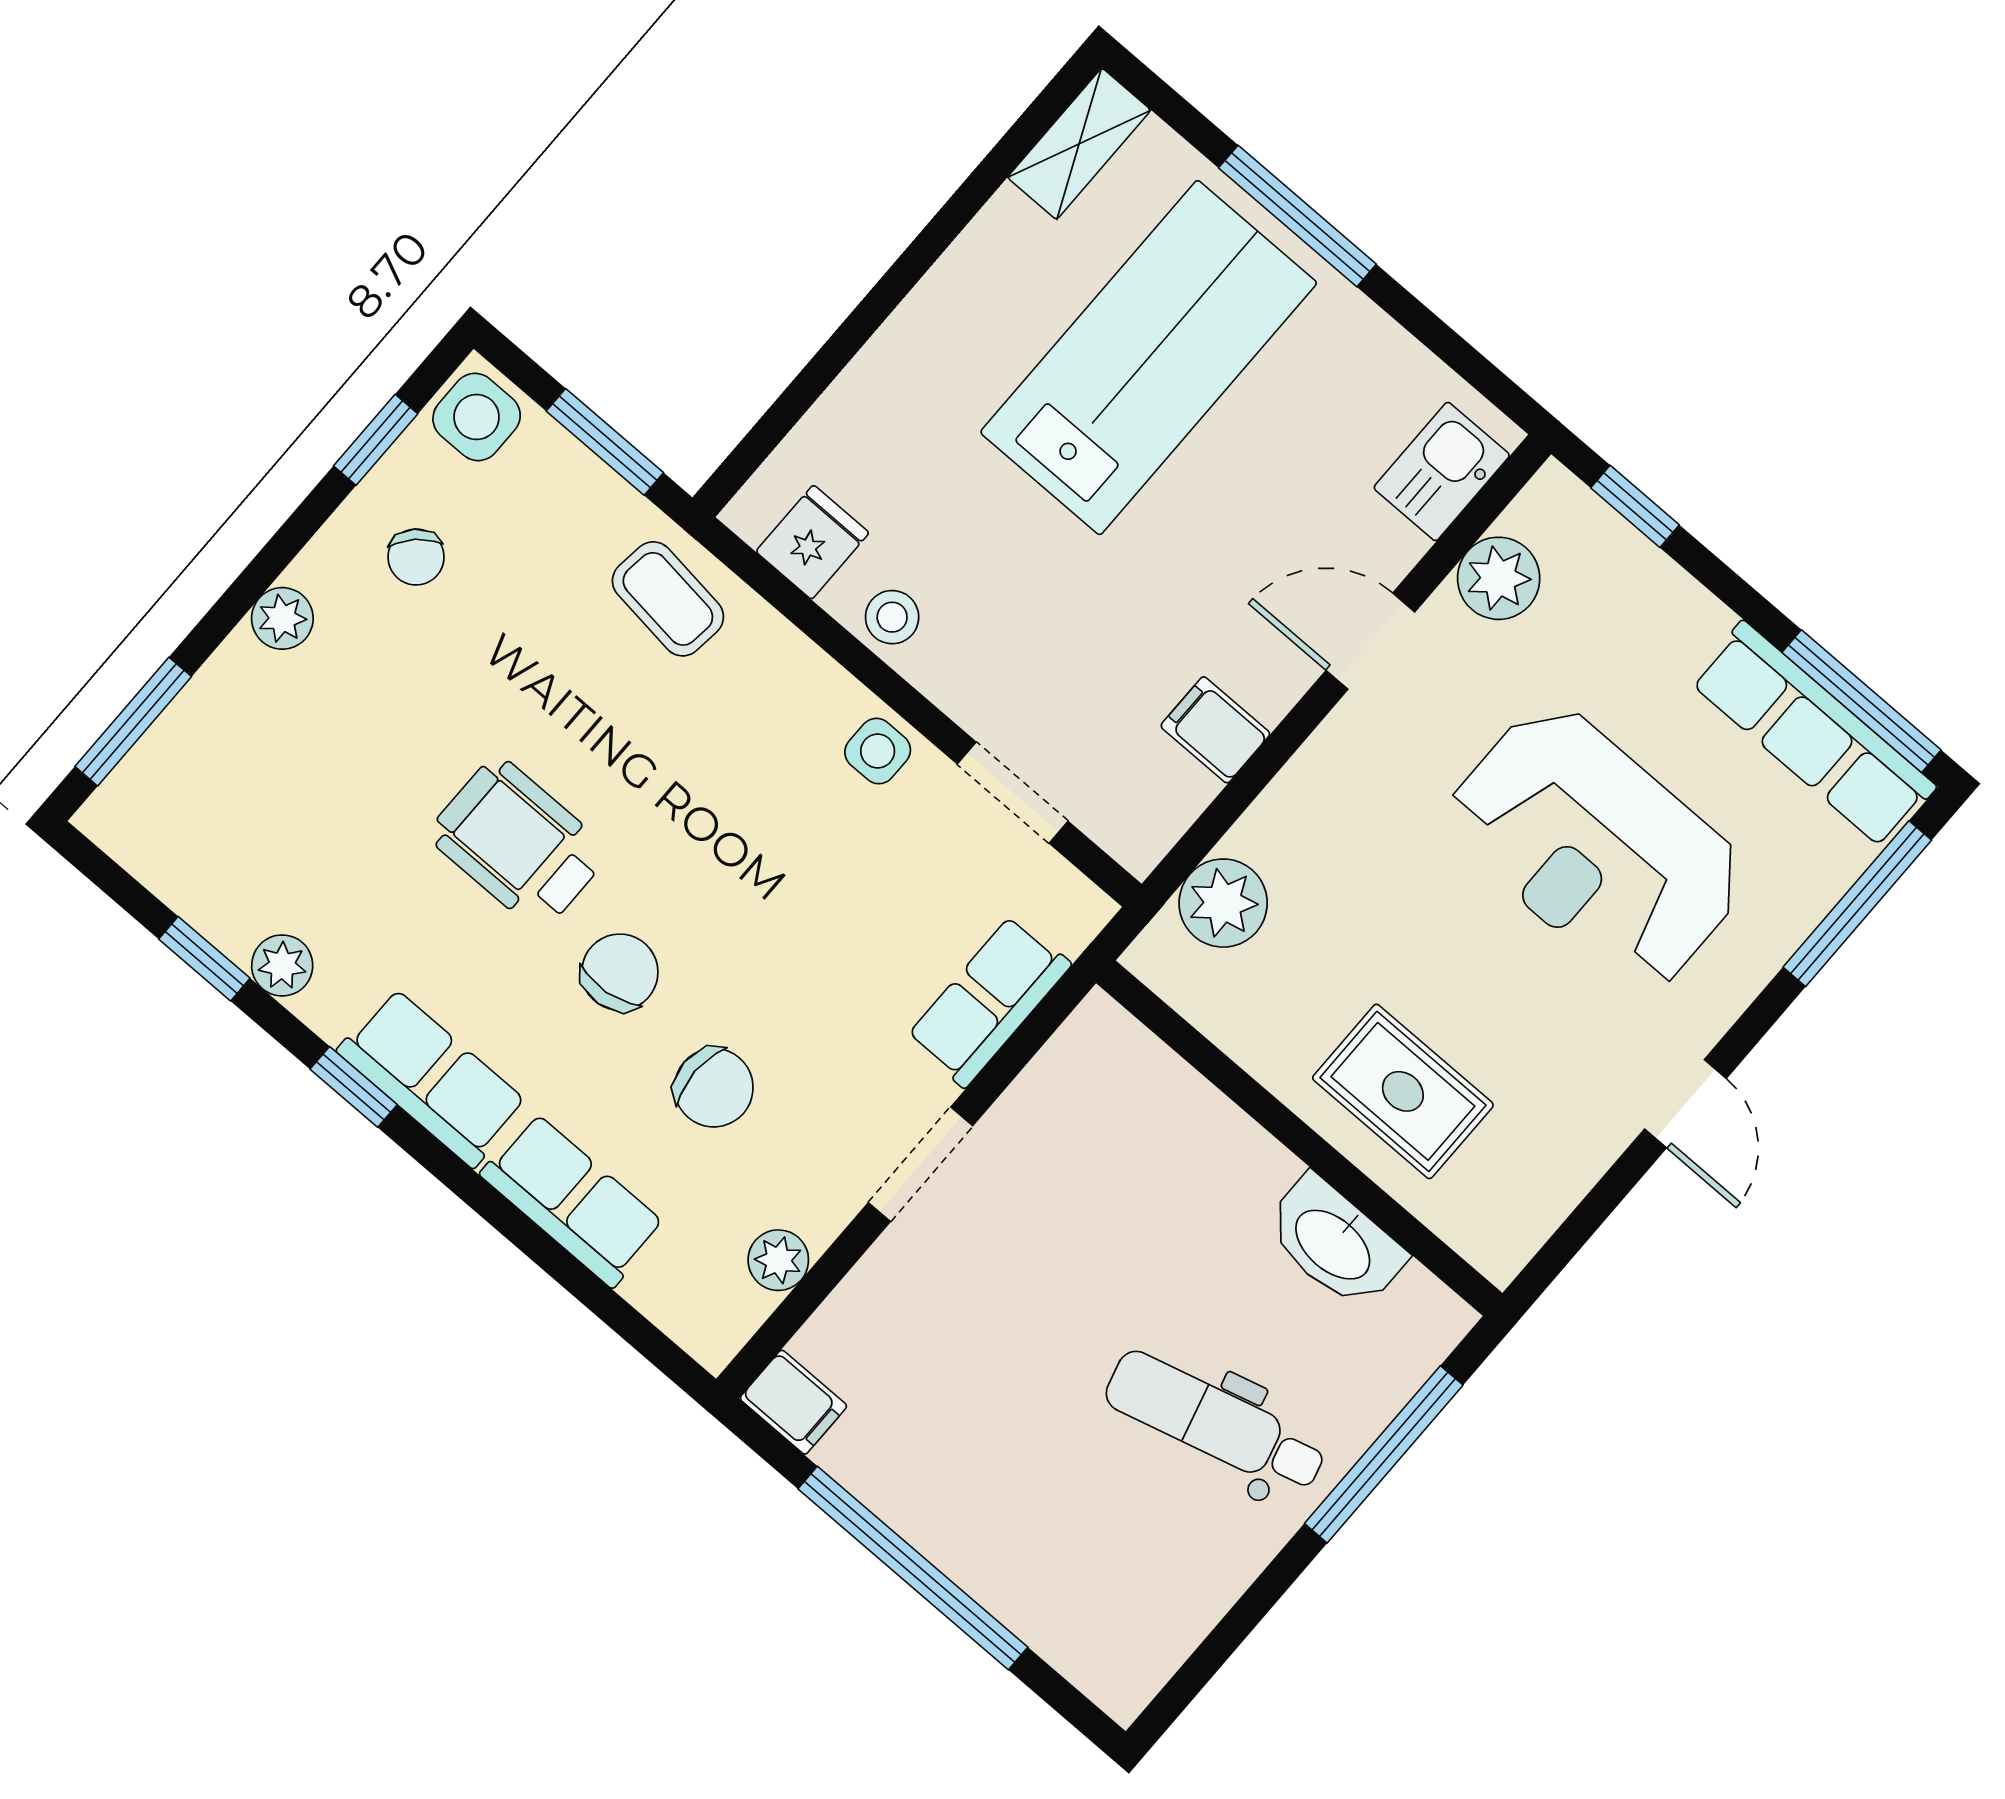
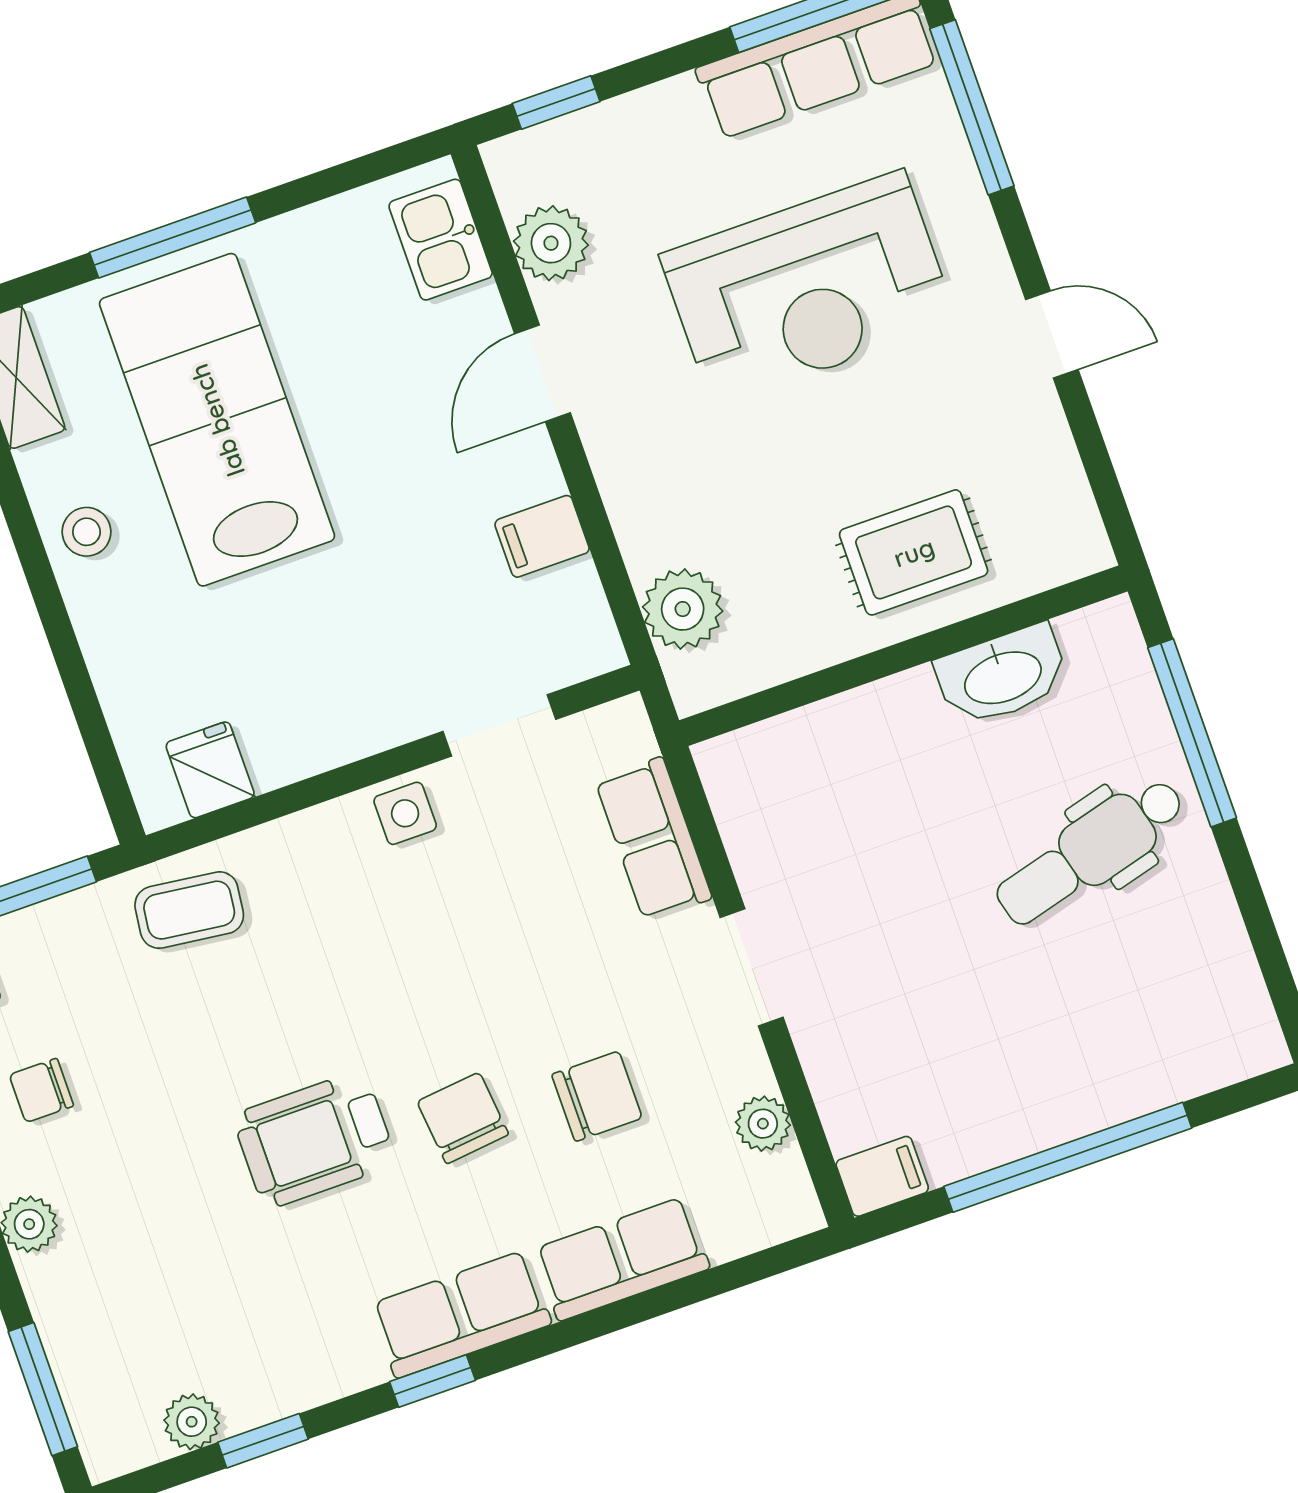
chair: (416, 557) -> (41, 1090), turned 134
stool: (892, 617) -> (87, 532), moved
plant: (282, 965) -> (192, 1422), moved

